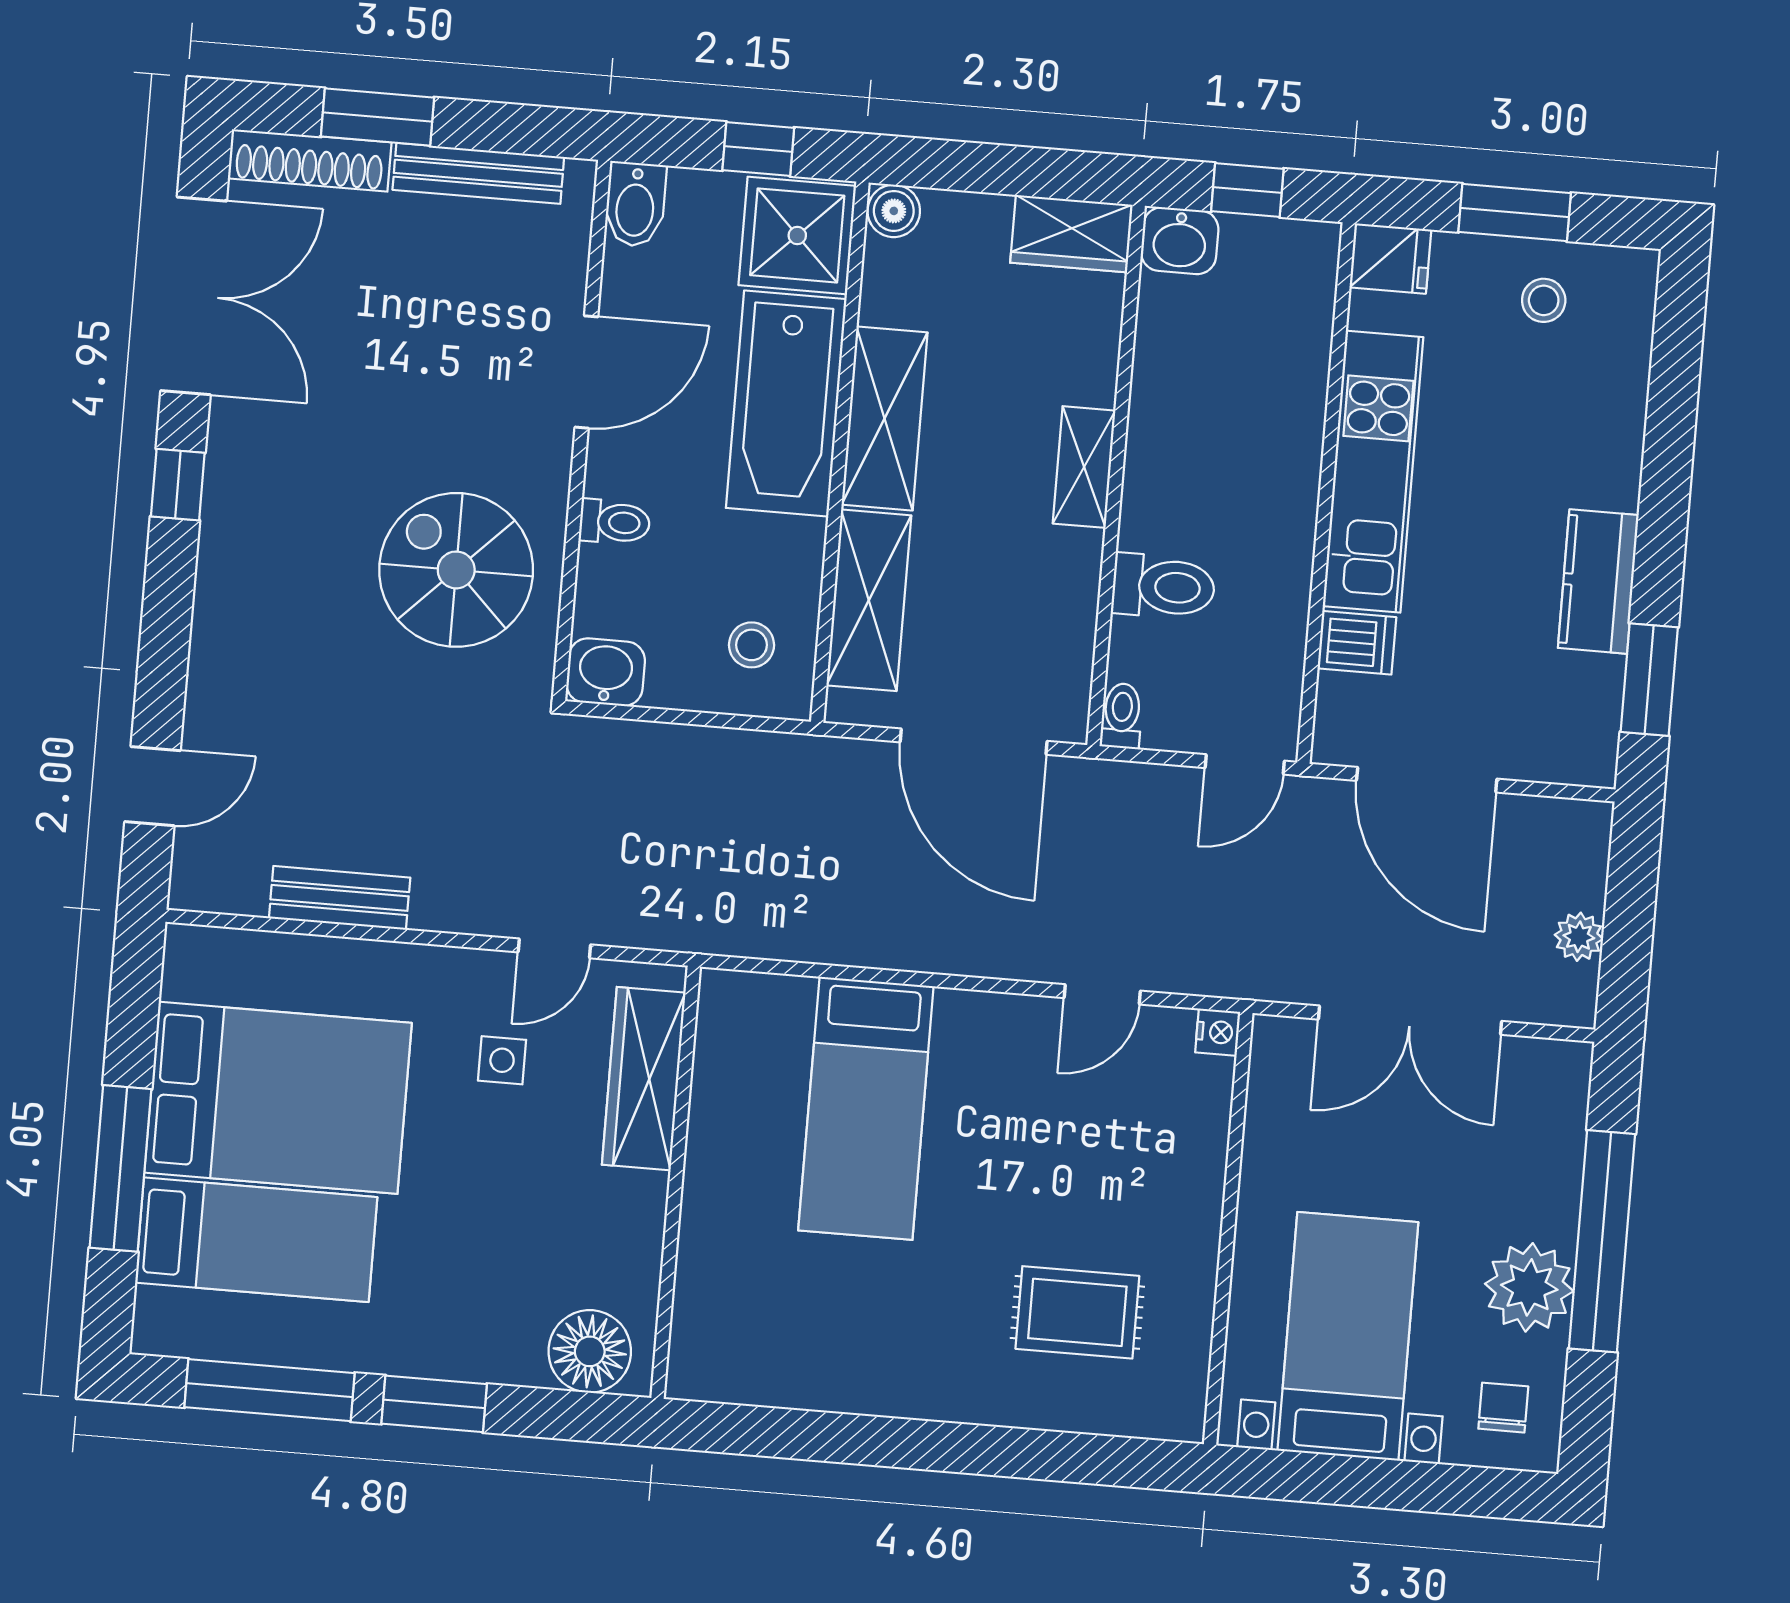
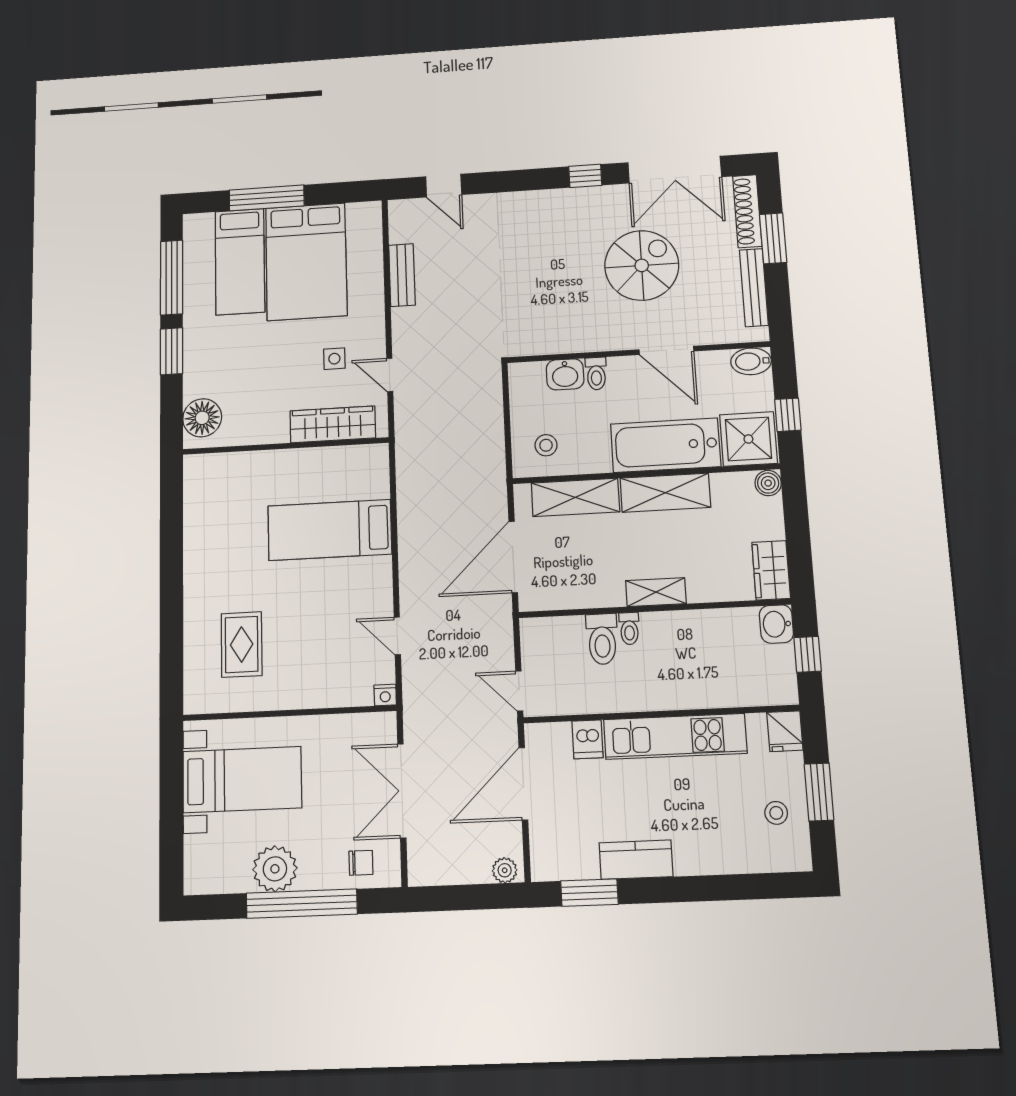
spiral stairs: (456, 570) -> (642, 265), moved
washbasin: (606, 672) -> (565, 374), moved, turned 90
toilet: (1122, 716) -> (629, 629), moved, turned 90
plant: (1579, 937) -> (505, 870), moved
chair: (1503, 1408) -> (361, 863), moved

